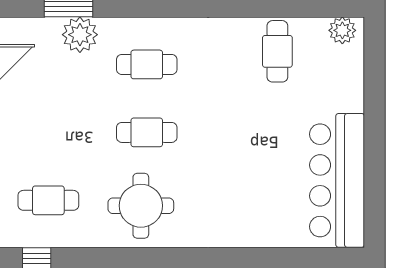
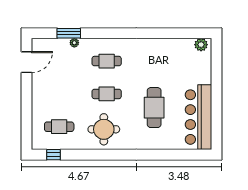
plant: (80, 35) -> (74, 43), width x0.53, depth x0.53
cafe table: (277, 51) -> (154, 108), moved, width x1.37, depth x1.35

